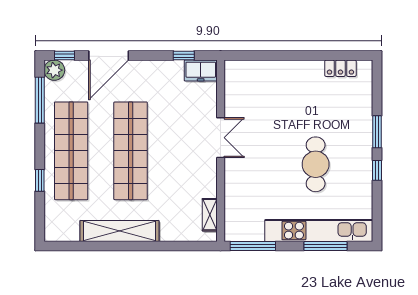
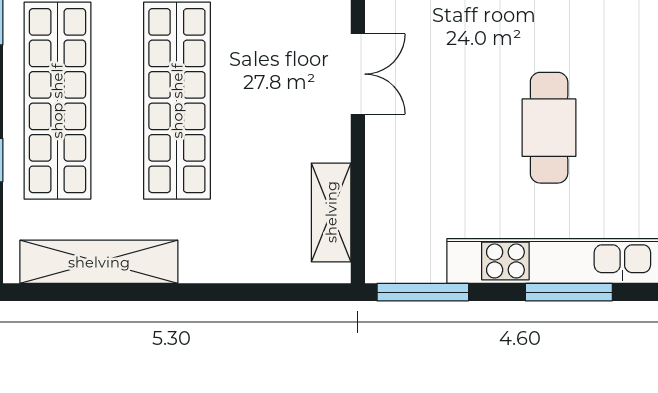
shelving: (210, 215) -> (331, 212), width x1.50, depth x1.33
shelving: (119, 231) -> (99, 262), moved

